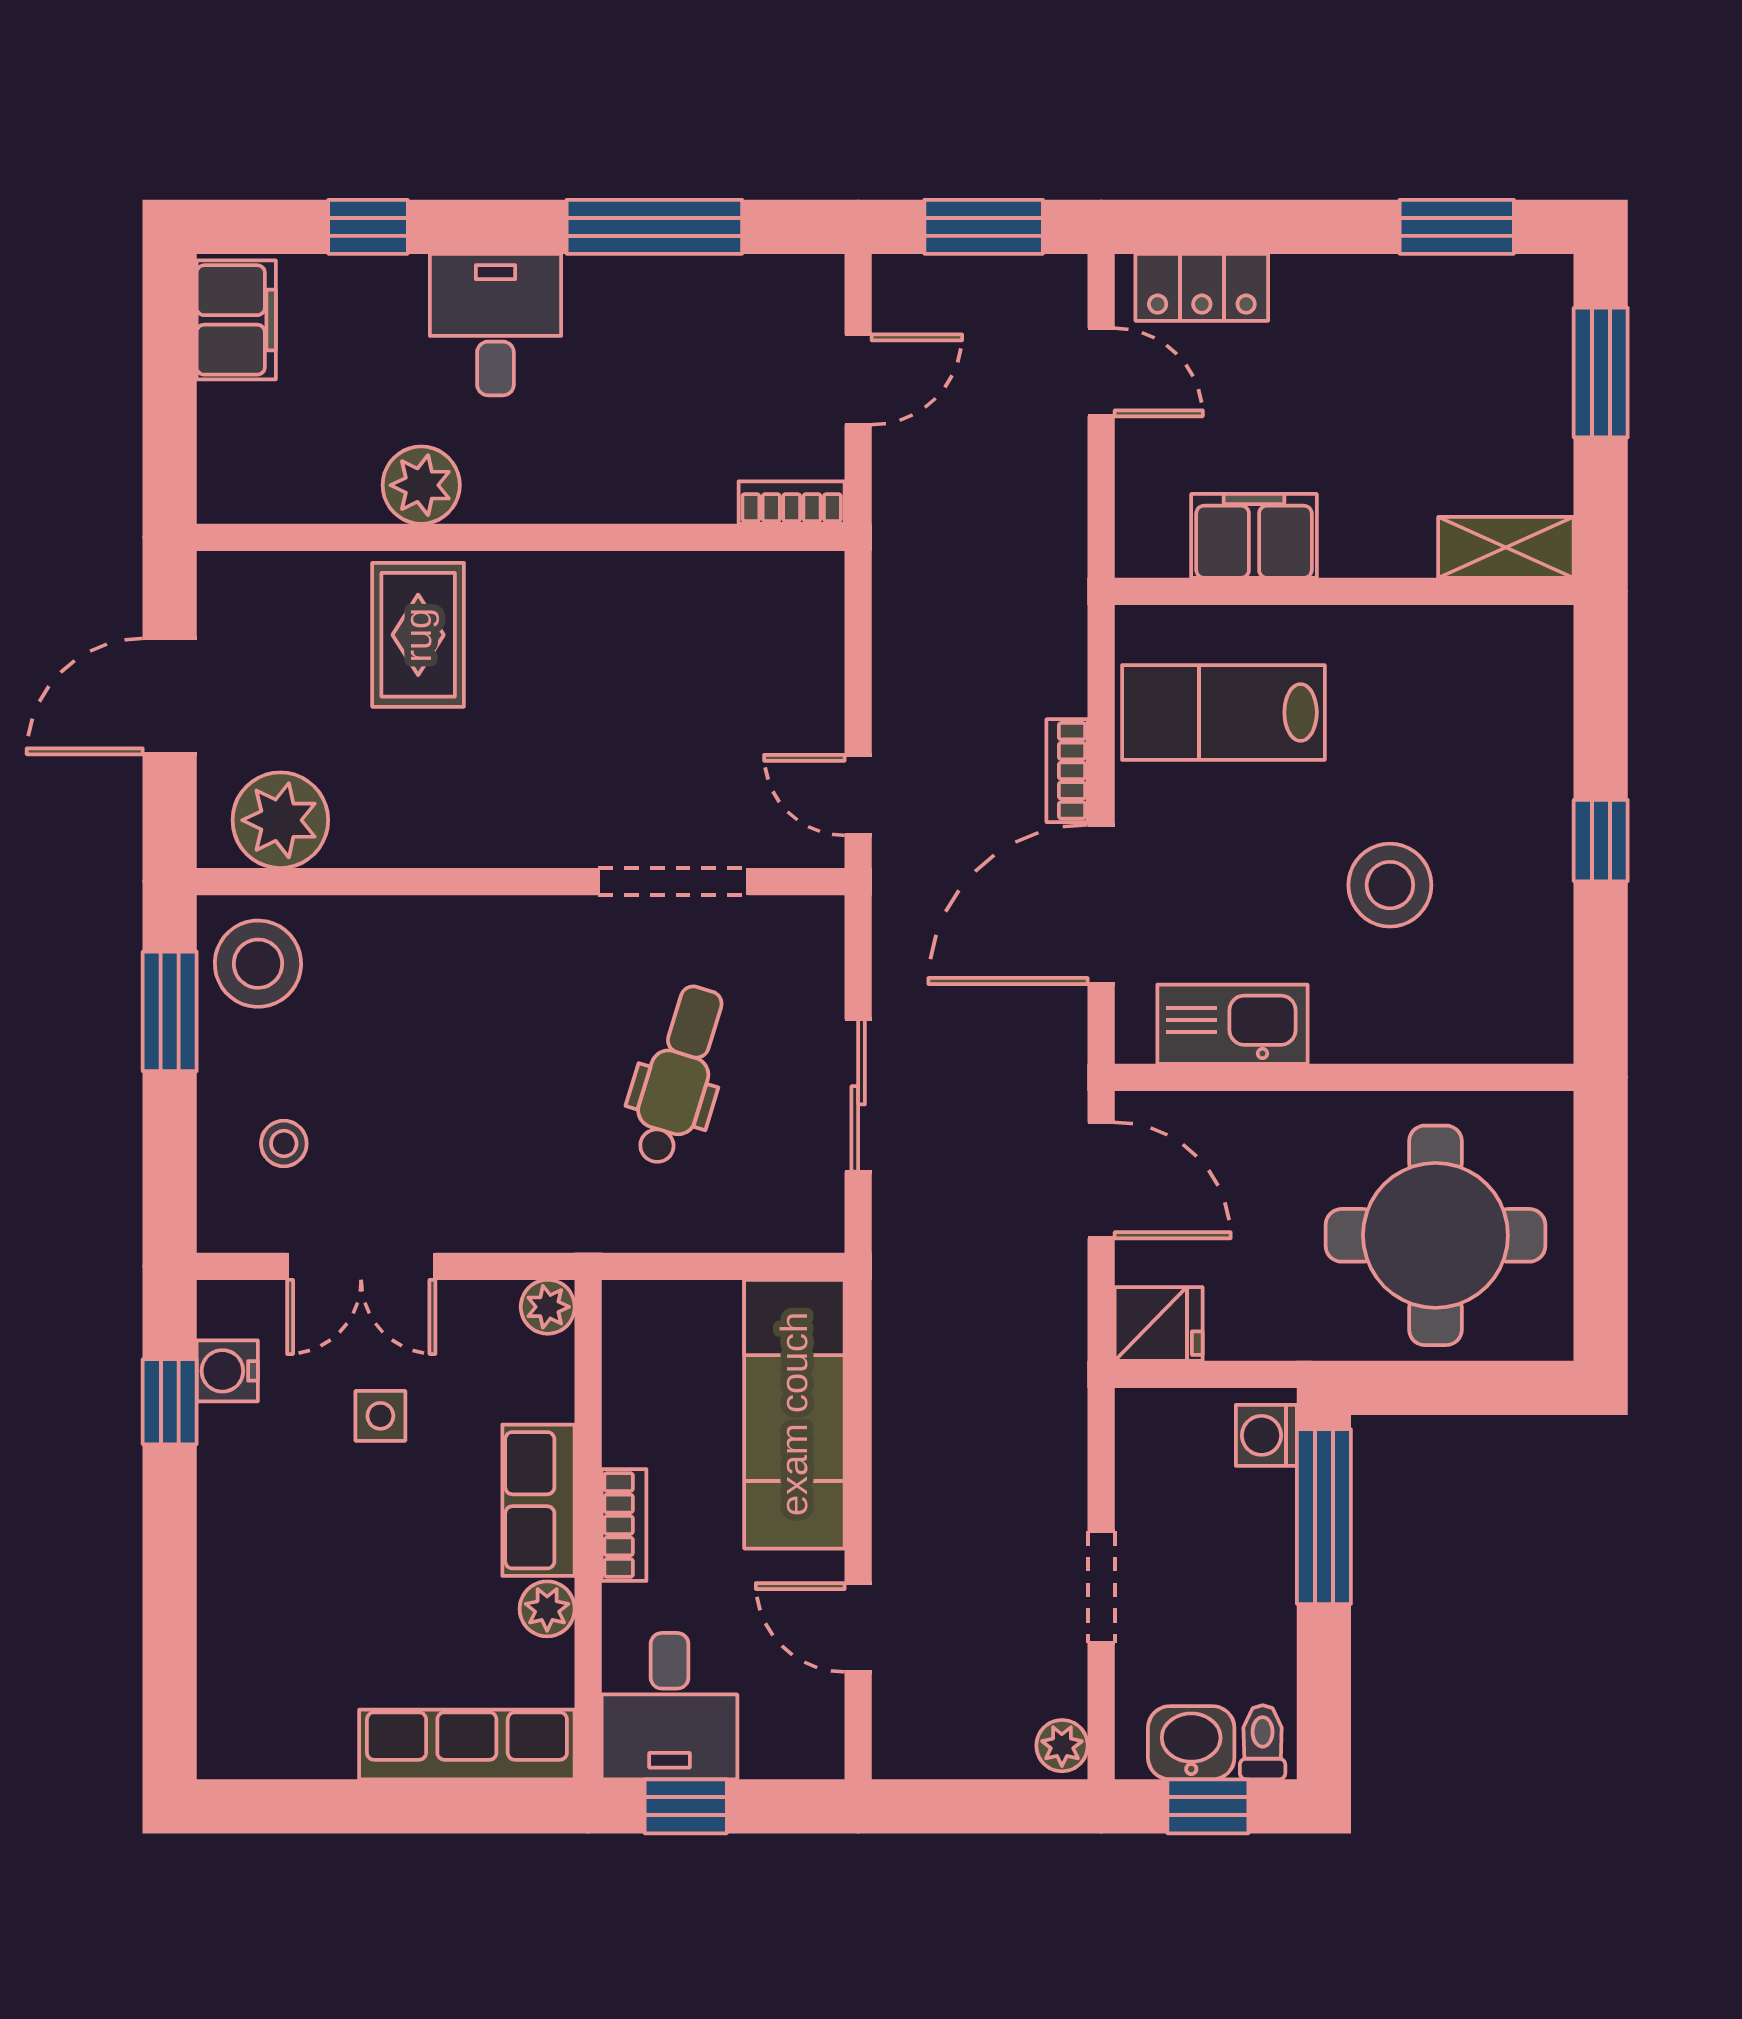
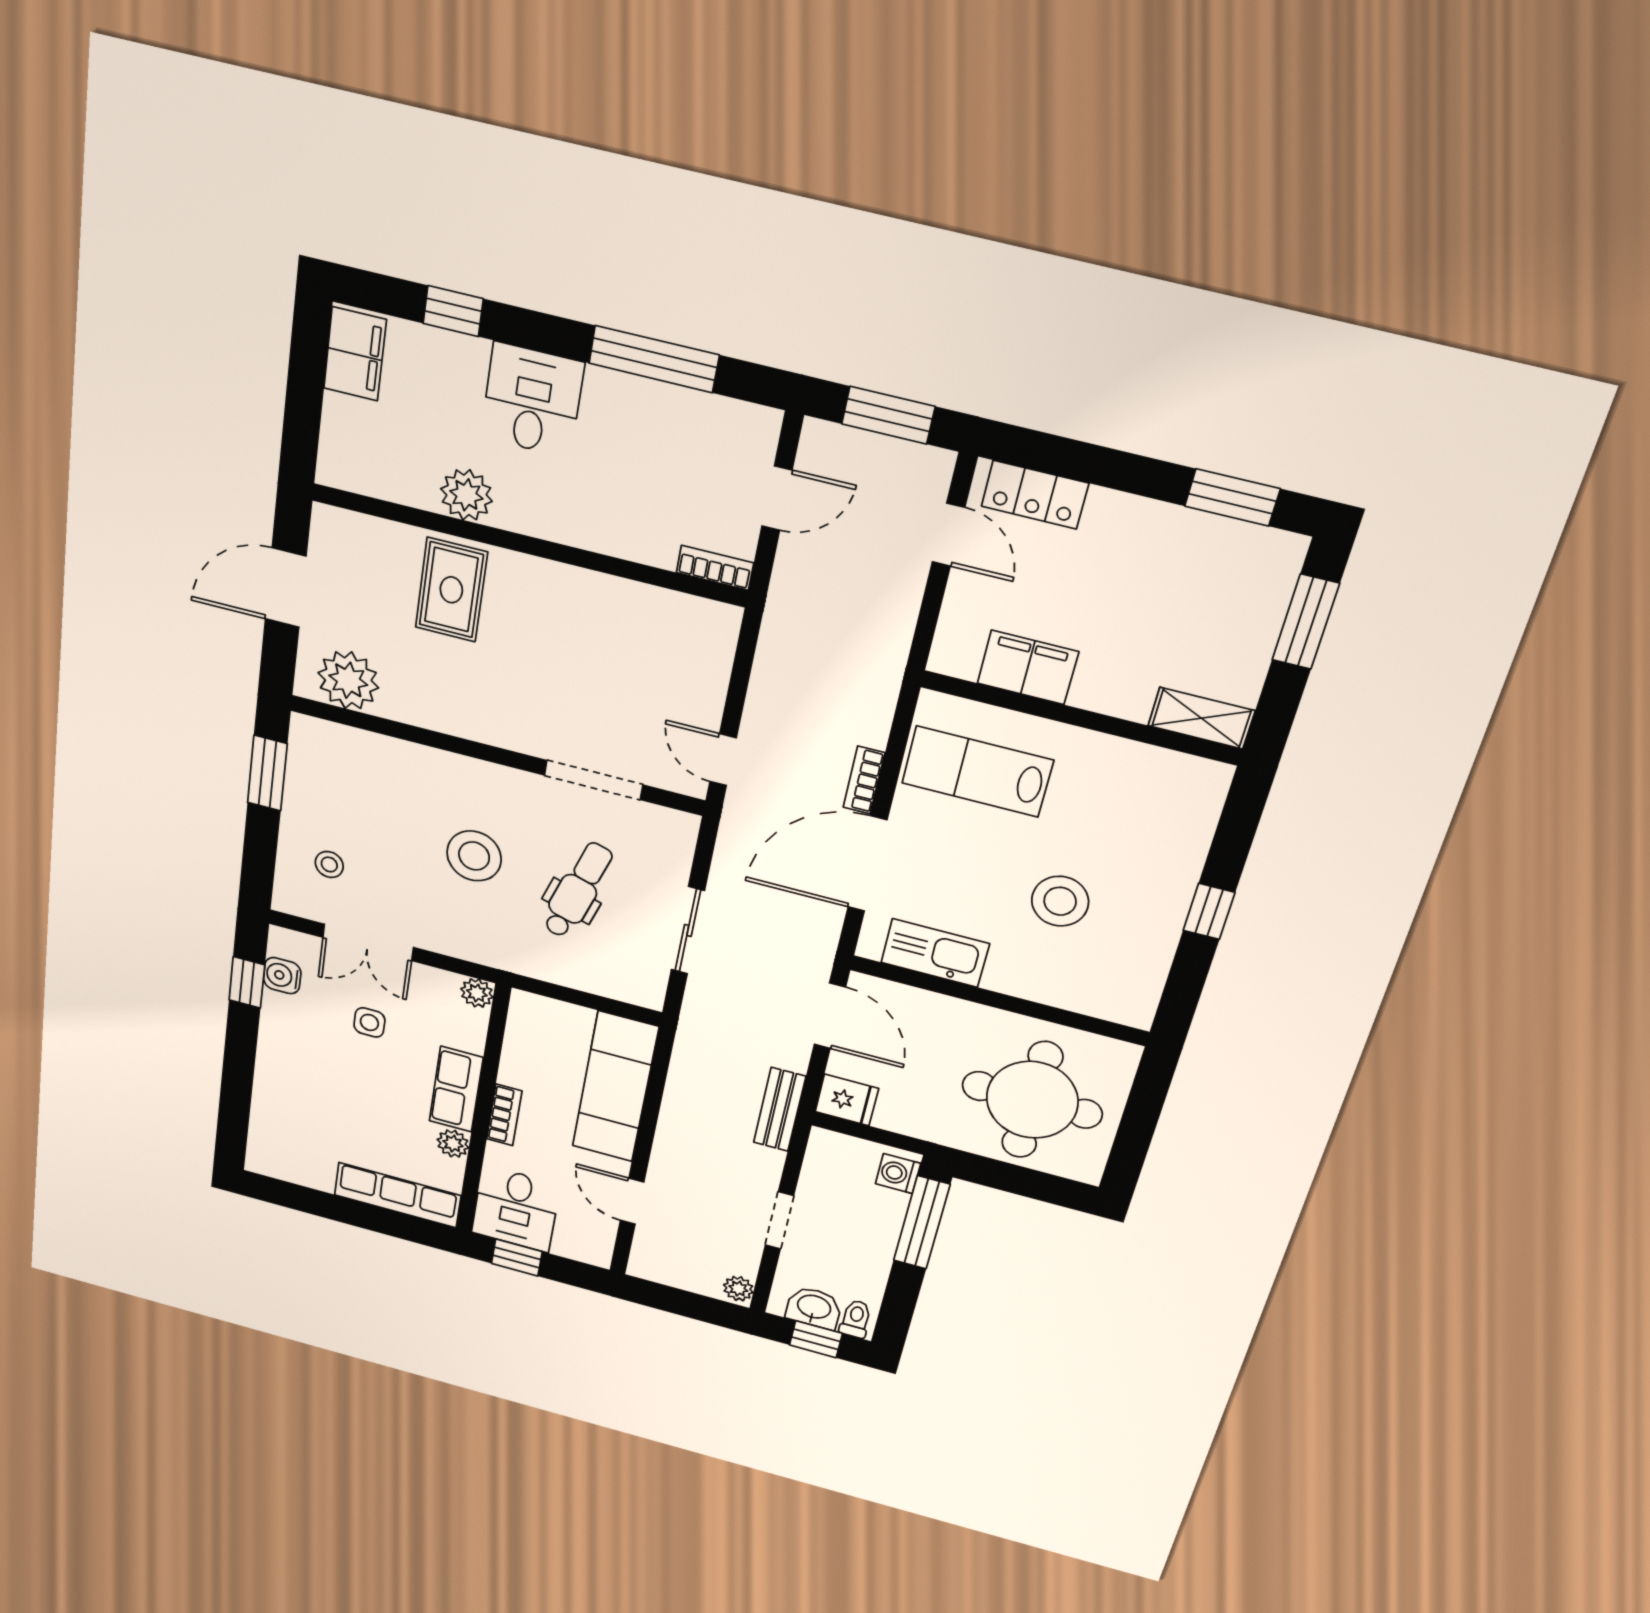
stool: (258, 964) -> (474, 856), moved
bench: (1059, 1374) -> (780, 1110), added

